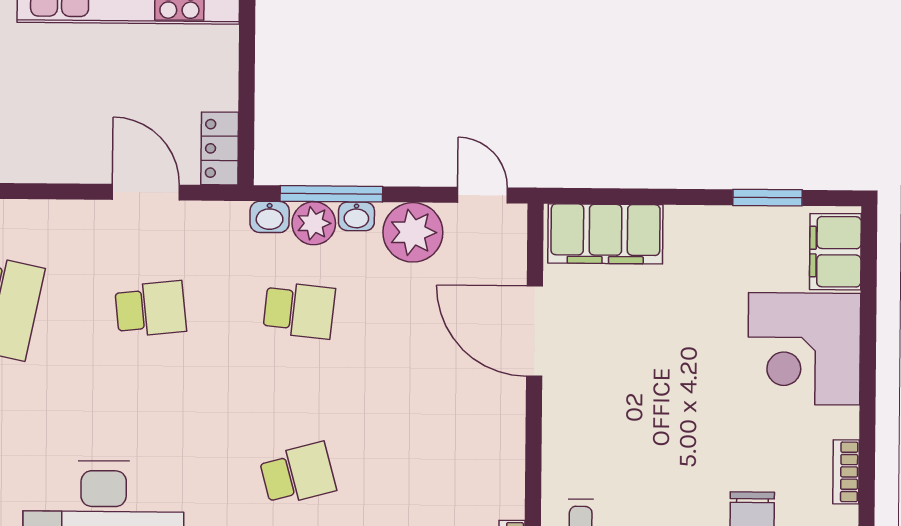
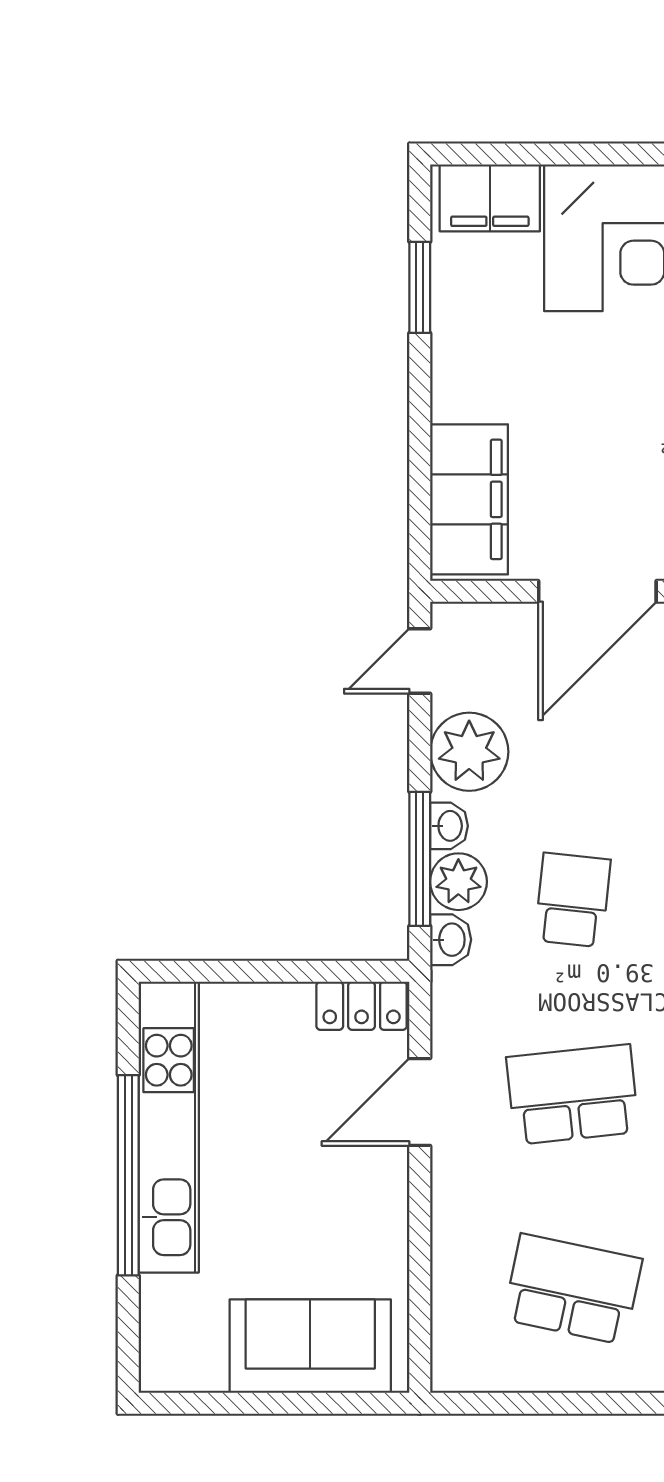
school desk: (151, 309) -> (573, 1095), width x1.85

